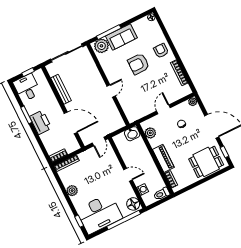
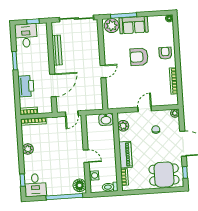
printer: (41, 122) -> (26, 86), moved
door: (71, 123) -> (53, 85), hinge flipped
desk: (99, 214) -> (35, 185), width x0.53, depth x0.77

